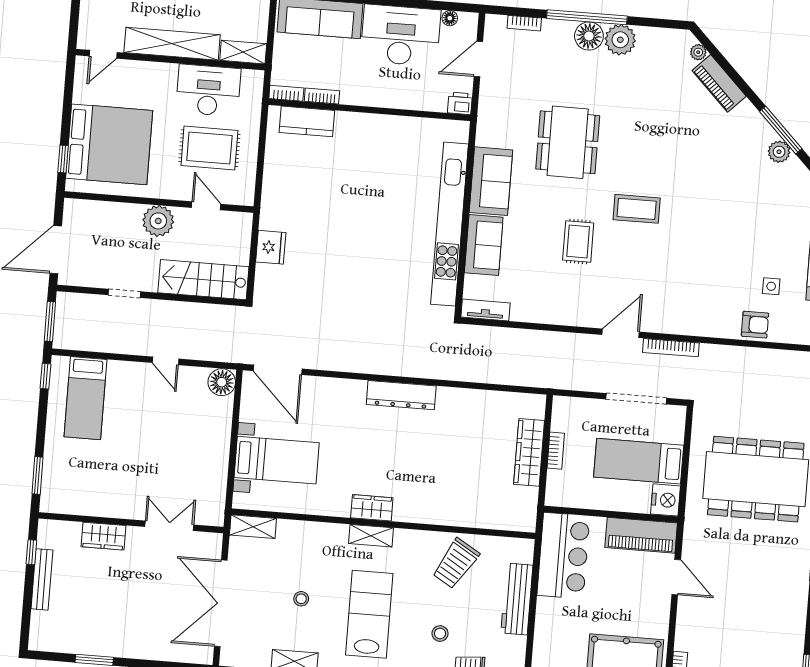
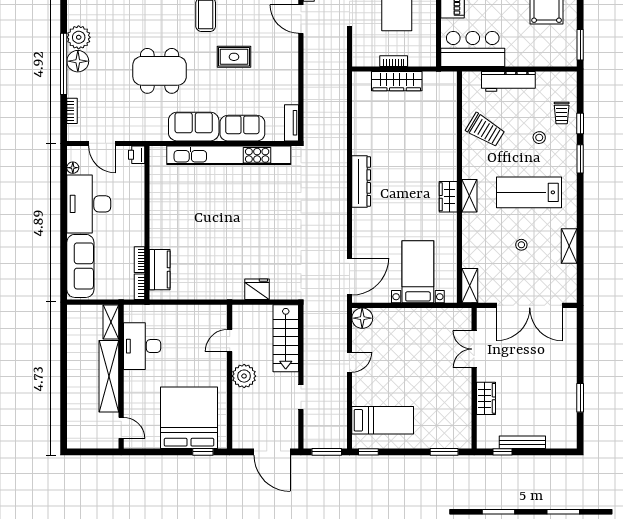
rug: (209, 148) -> (186, 342), removed

